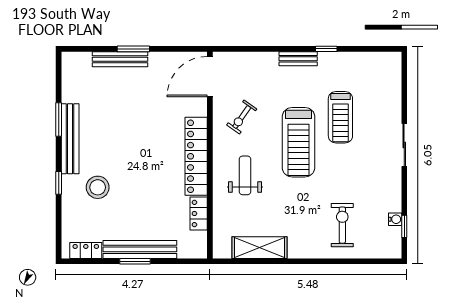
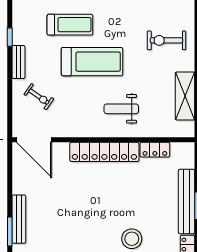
window: (133, 49) -> (10, 232), moved
exercise bike: (242, 117) -> (39, 97), moved
exercise bike: (342, 225) -> (166, 40), moved

